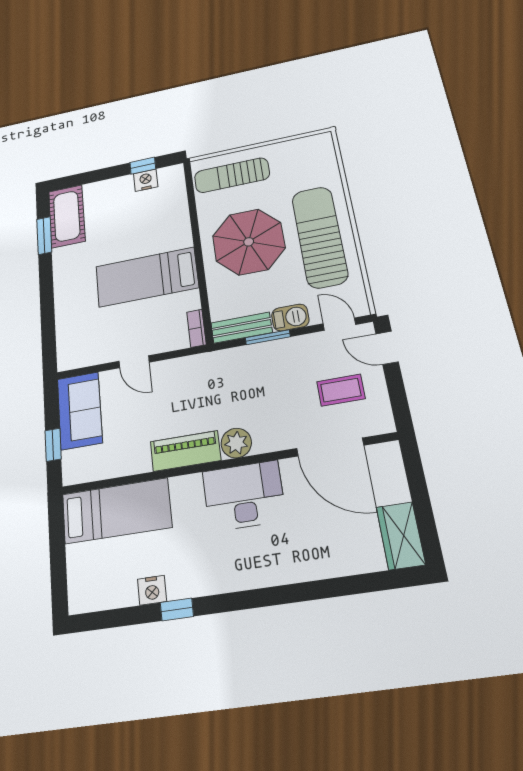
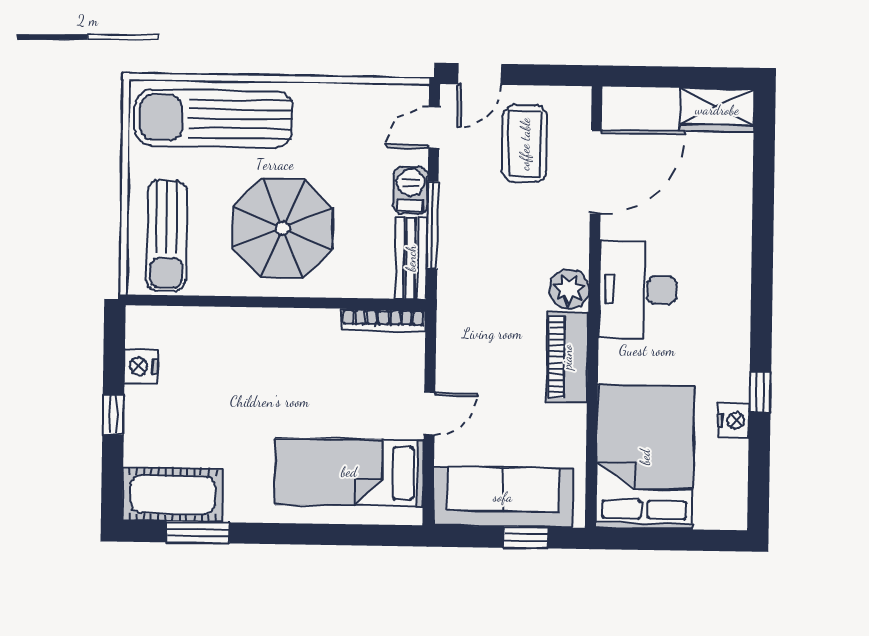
window: (143, 166) -> (113, 415), moved
sun lounger: (320, 237) -> (214, 118), moved
bed: (147, 277) -> (349, 472), moved, turned 90
bookcase: (196, 328) -> (383, 320), width x1.56
window: (268, 337) -> (432, 225), width x1.44
coffee table: (341, 390) -> (525, 144), width x1.36, depth x1.30
sofa: (80, 411) -> (503, 497), width x1.36
bed: (116, 511) -> (645, 457), width x1.50

